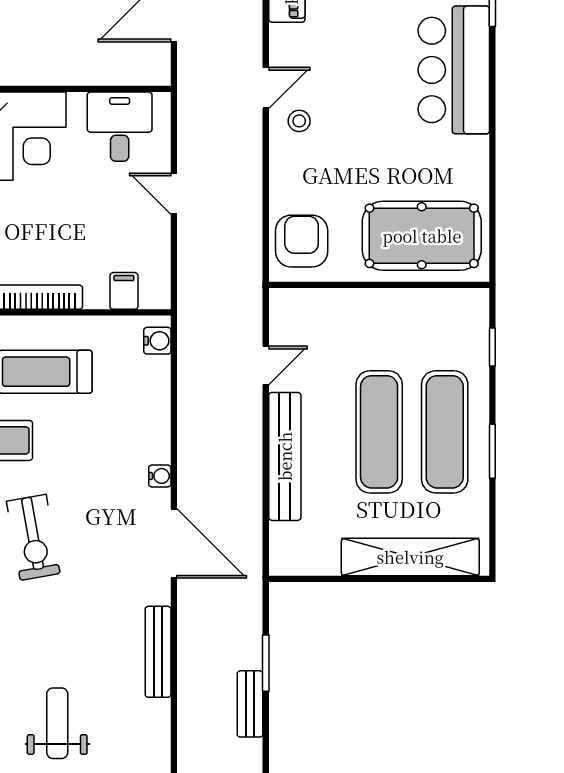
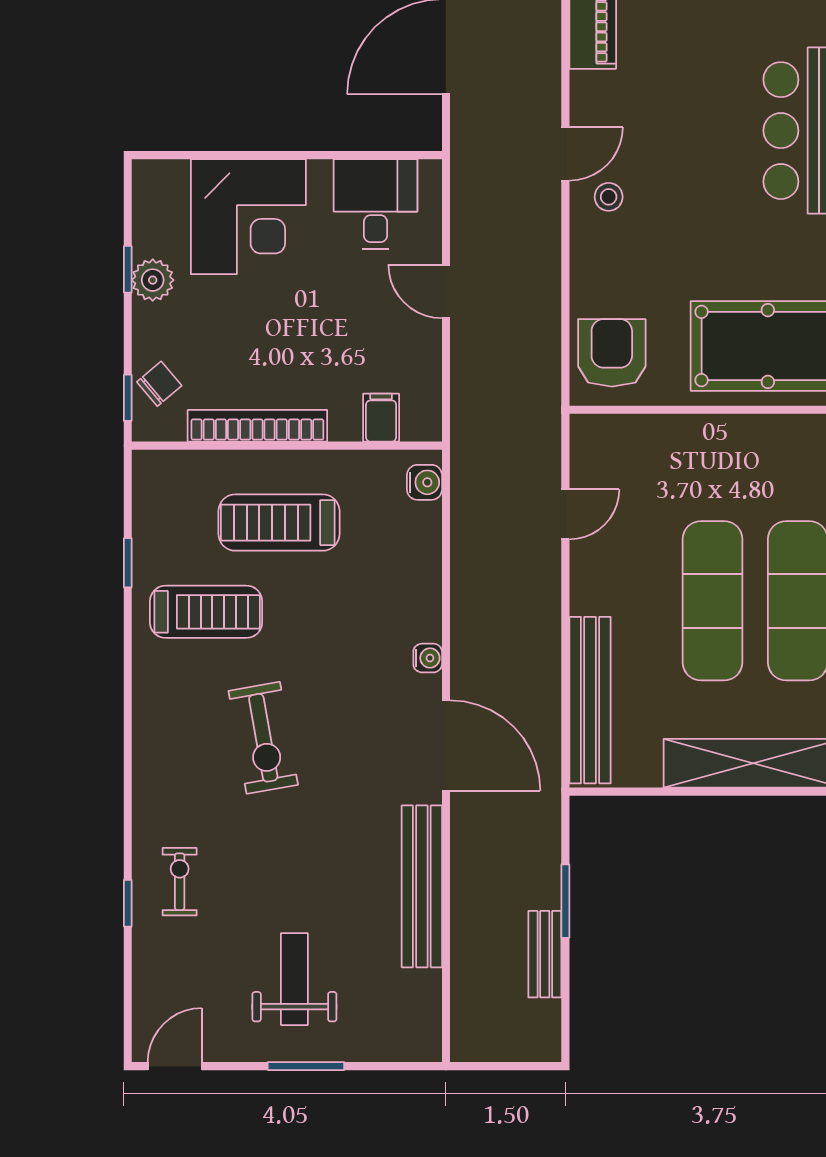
bench: (285, 456) -> (590, 700), moved
bench: (158, 652) -> (422, 886), width x1.37, depth x1.21

